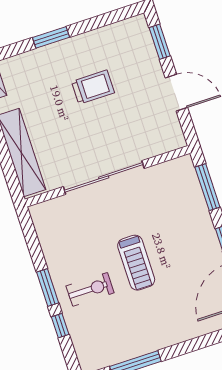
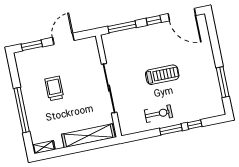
window: (51, 37) -> (22, 110), width x2.11
exercise bike: (90, 289) -> (158, 114), moved, turned 90

